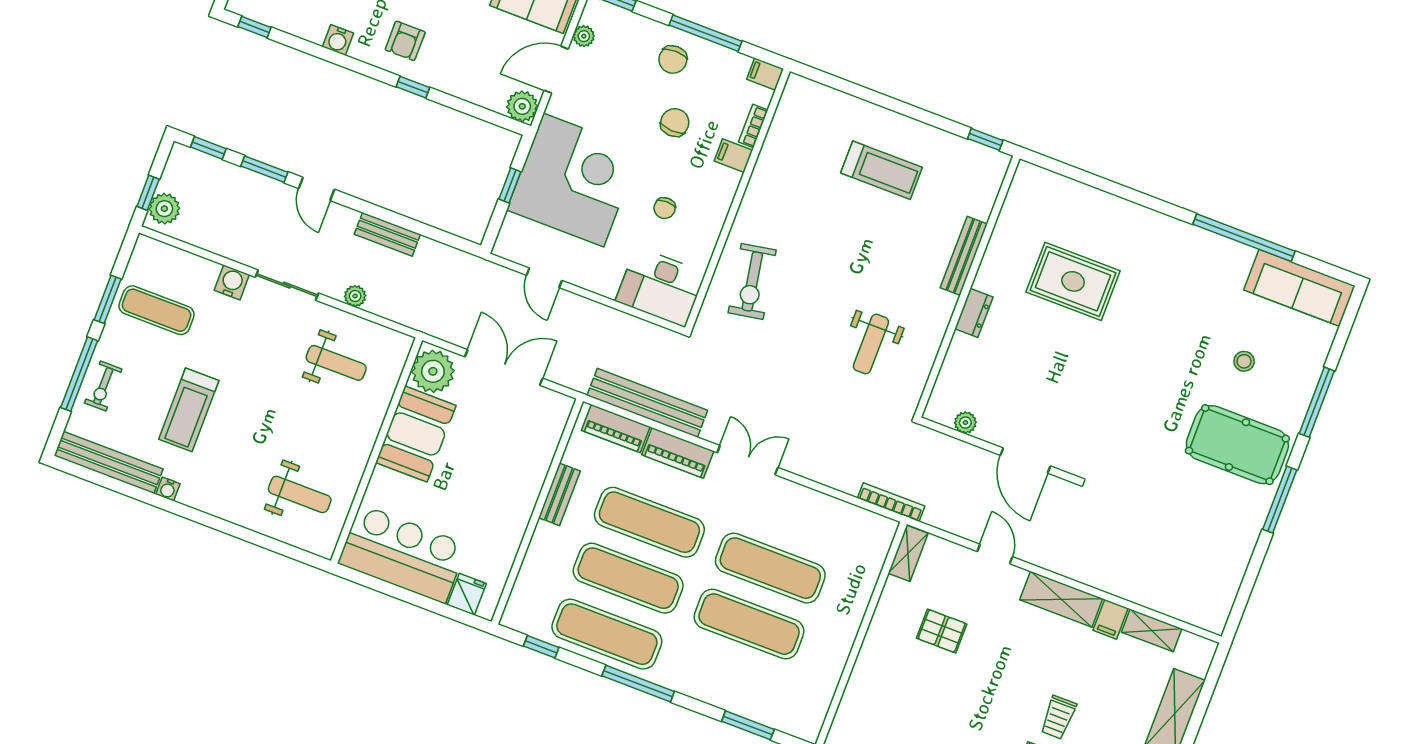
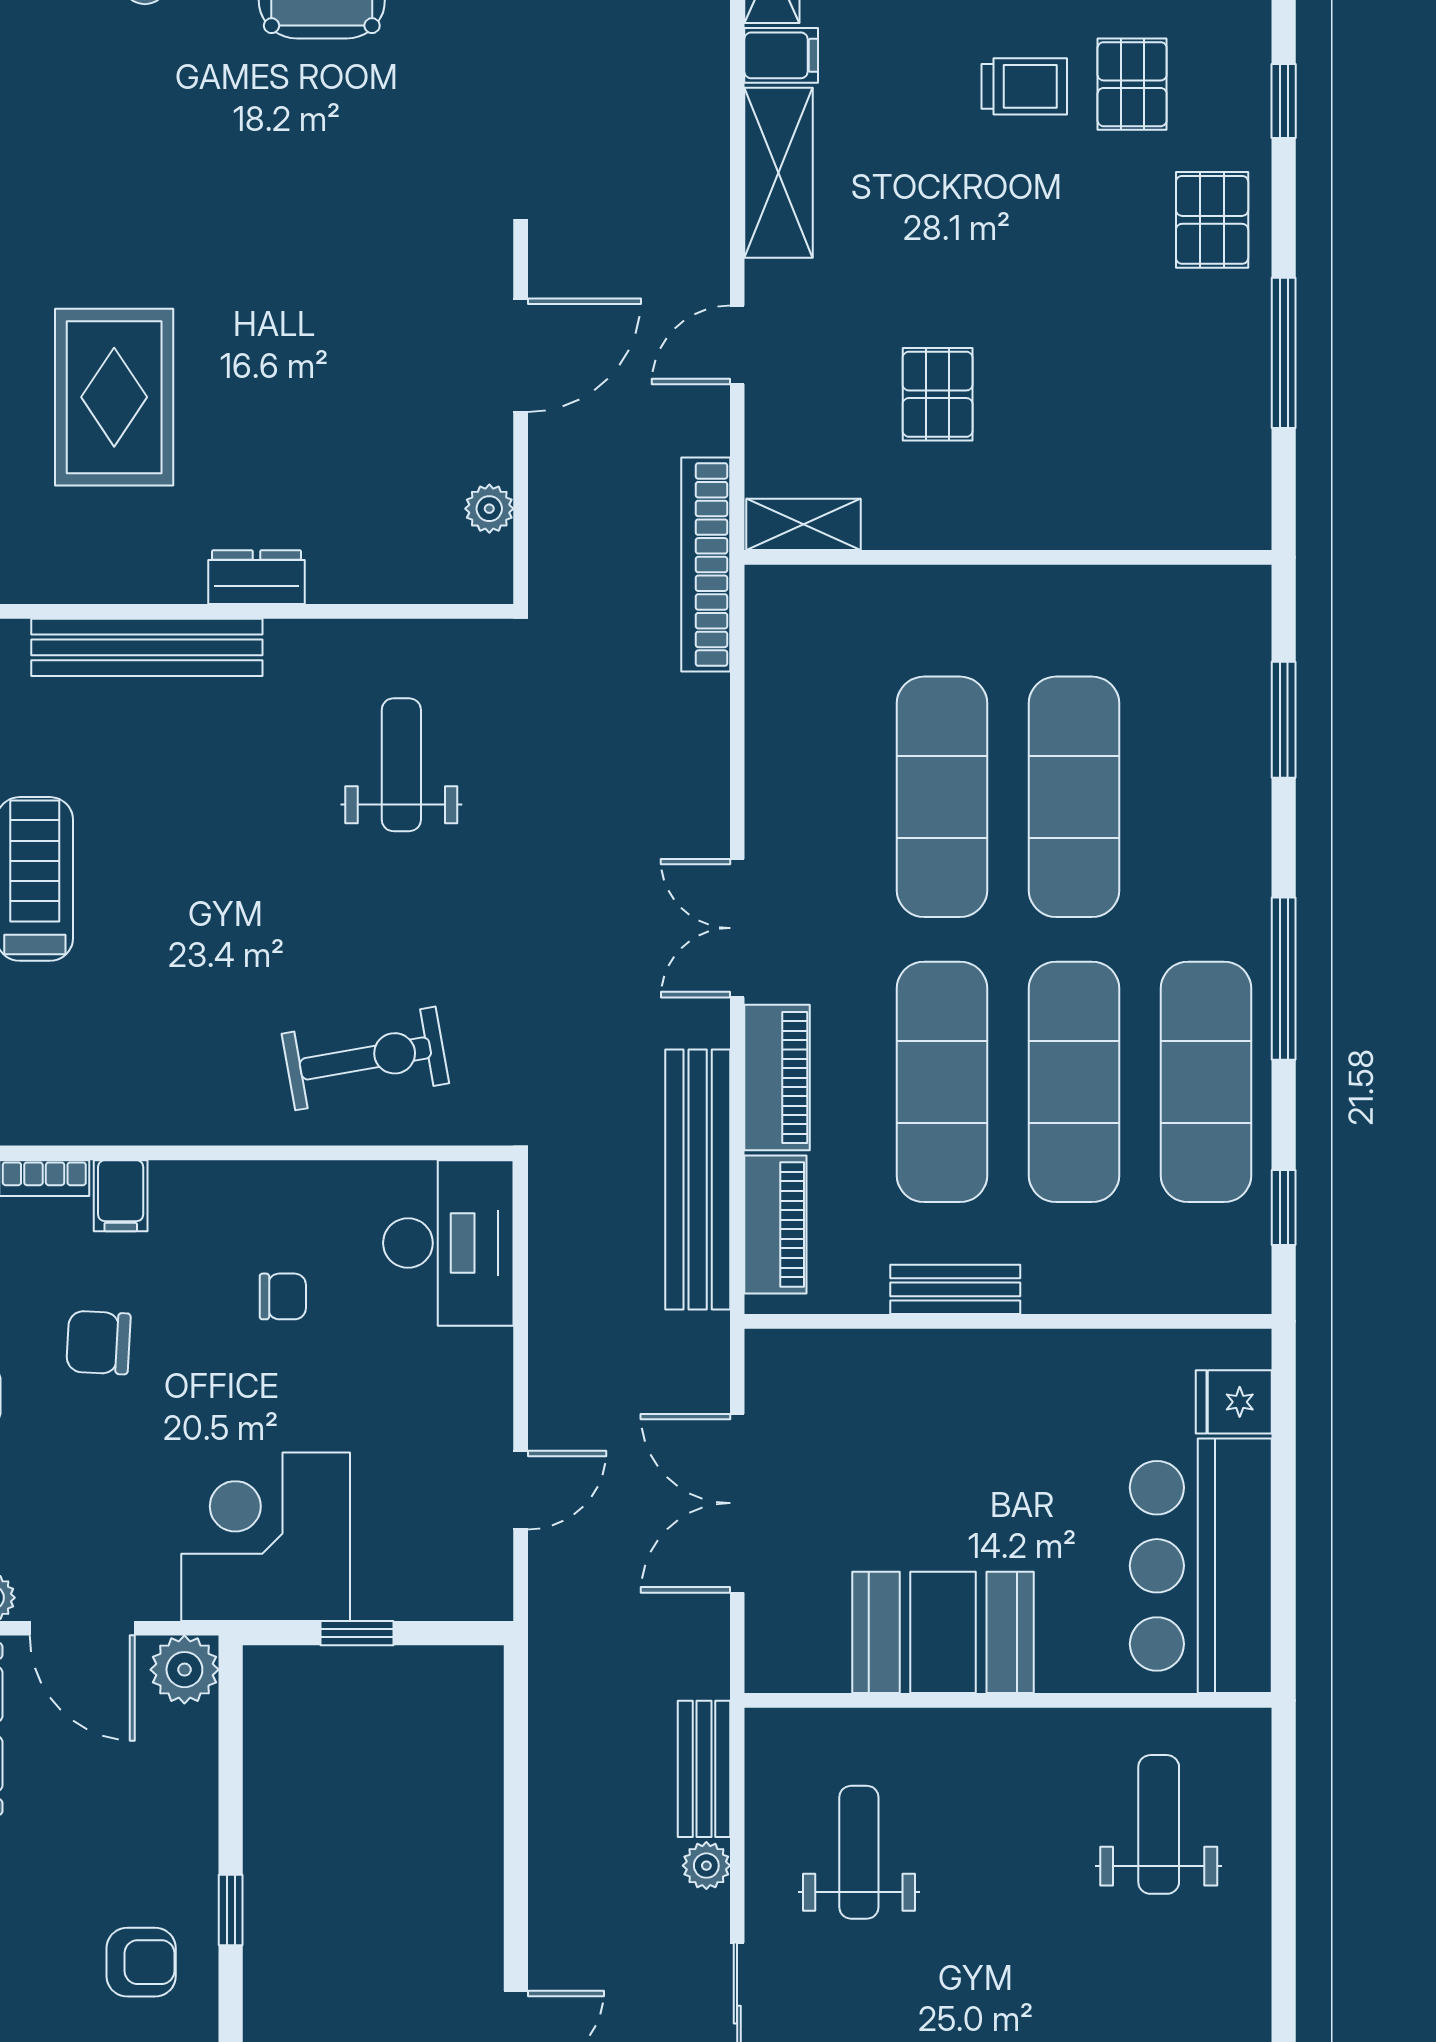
corner desk: (573, 180) -> (266, 1537), width x0.74, depth x0.74
bench: (387, 234) -> (704, 1769), moved
bench: (964, 256) -> (147, 647), width x1.37, depth x1.21
weight bench: (871, 344) -> (401, 765), turned -90
plant: (433, 371) -> (801, 1646), removed
bookcase: (891, 502) -> (706, 565), width x1.48, depth x1.31

